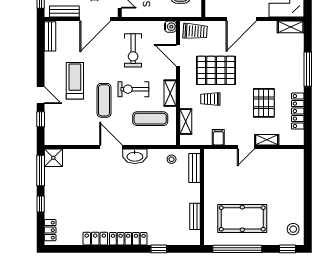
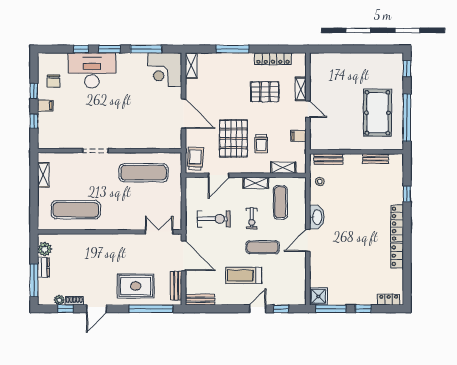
water cooler: (170, 27) -> (191, 183), removed
exercise bike: (133, 89) -> (252, 219), width x0.73, depth x0.72
stool: (293, 229) -> (388, 63), removed

